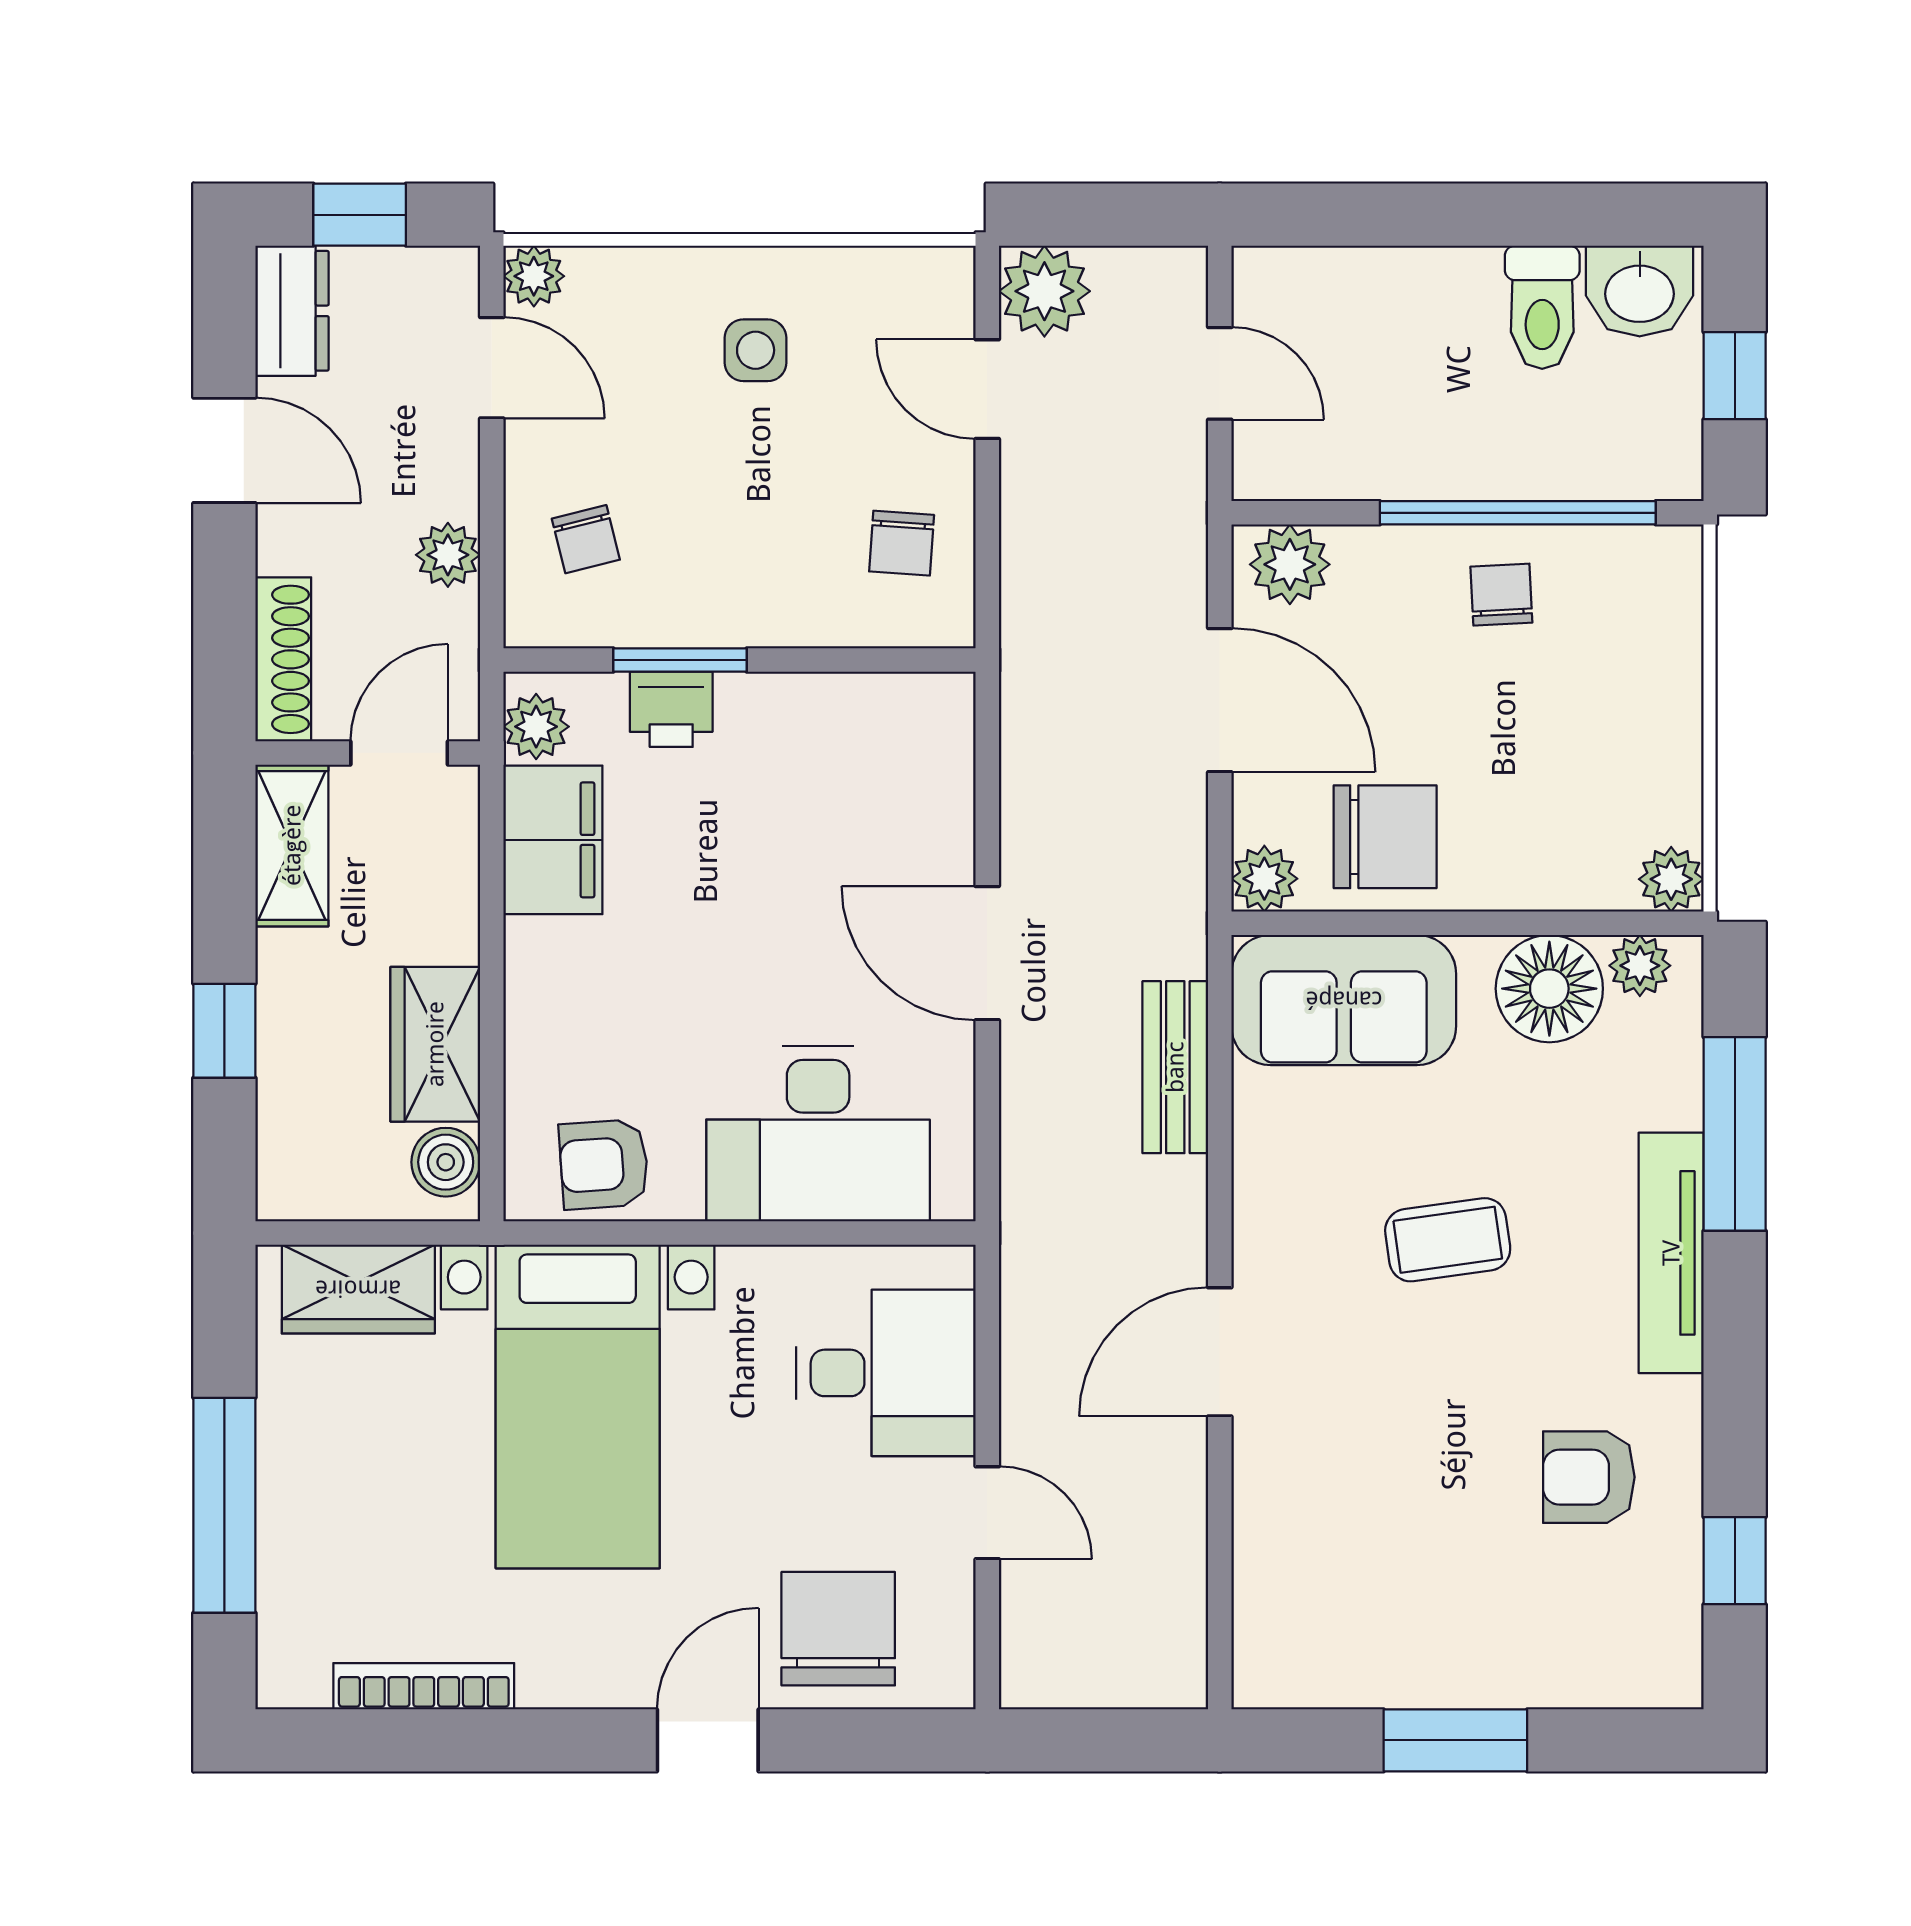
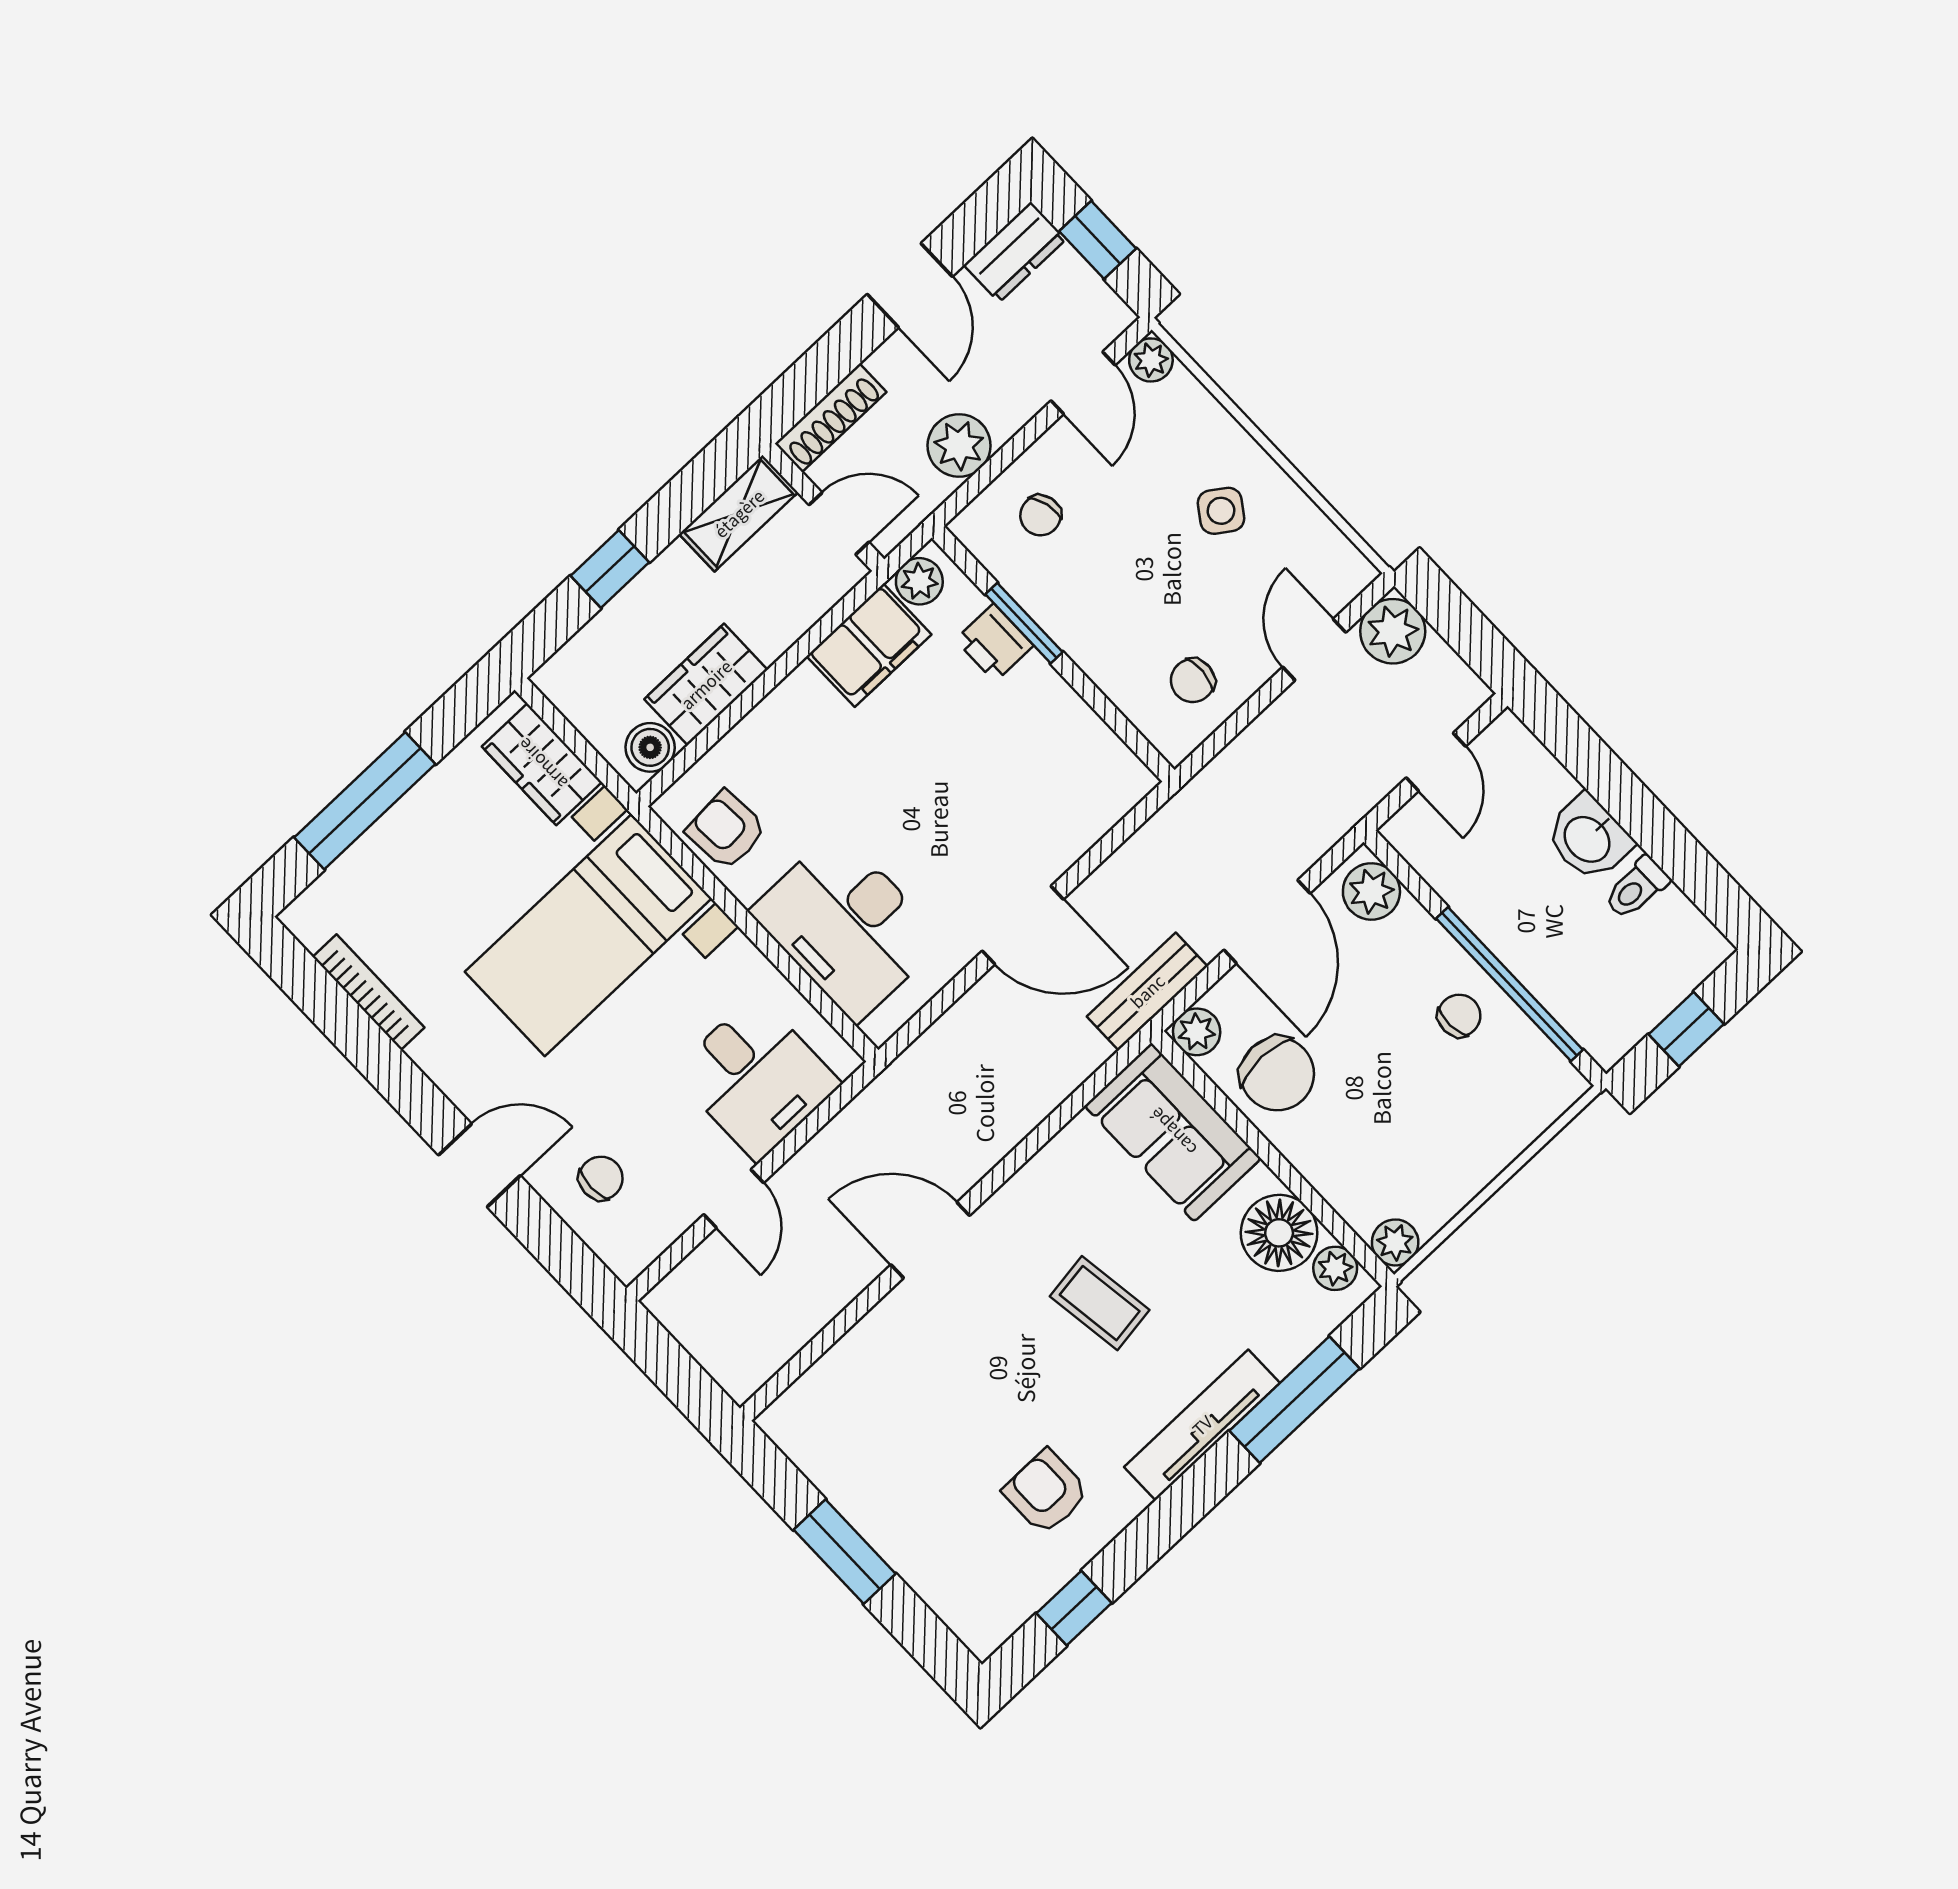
washbasin: (1640, 291) -> (1588, 838), moved
toilet: (1542, 307) -> (1636, 888), width x0.73, depth x0.72
side table: (756, 350) -> (1221, 511), turned 35
plant: (448, 555) -> (959, 446), width x1.38, depth x1.38
door: (987, 953) -> (1023, 925), swing flipped
bench: (1175, 1067) -> (1147, 991), moved
chair: (838, 1629) -> (601, 1178), width x0.54, depth x0.54

